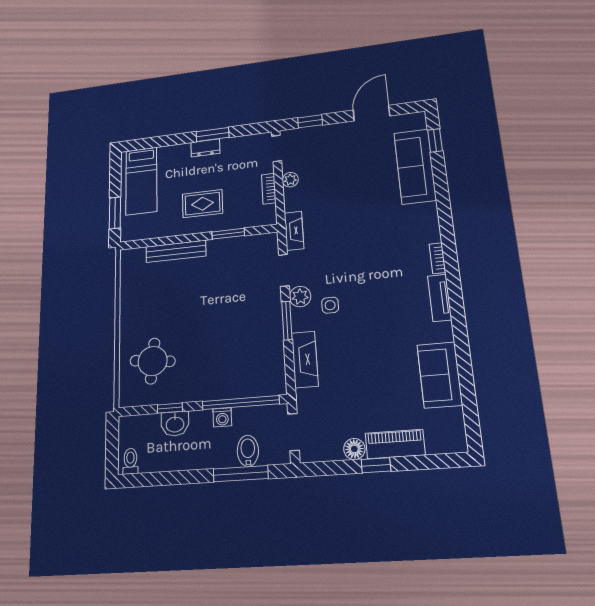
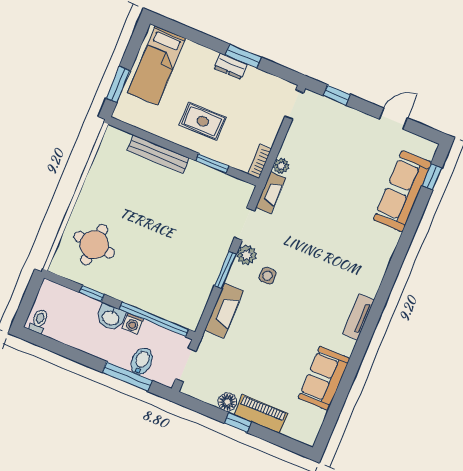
door: (371, 113) -> (393, 119), width x0.73
plant: (290, 180) -> (281, 166), moved
bookcase: (269, 189) -> (259, 161), moved
bookcase: (437, 258) -> (375, 283), removed
washbasin: (175, 424) -> (111, 317), moved

